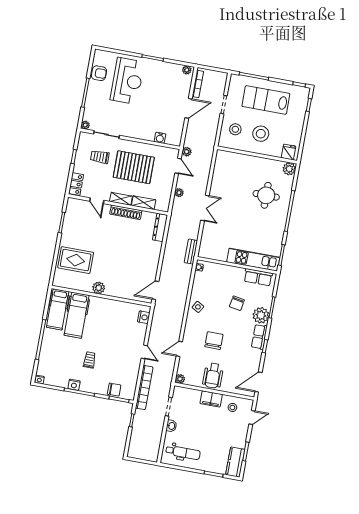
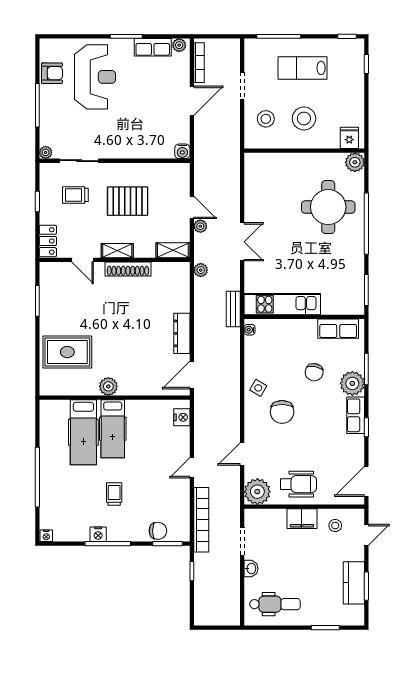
row of seats: (169, 68) -> (153, 47), added
lab bench: (266, 100) -> (302, 68), width x0.73, depth x0.72
water cooler: (160, 138) -> (182, 151), moved
plant: (187, 152) -> (201, 270), moved
door: (178, 166) -> (192, 207), moved
pallet: (134, 167) -> (128, 201), width x0.73, depth x0.71
round table: (266, 195) -> (328, 207), width x1.36, depth x1.36
shelving: (144, 203) -> (173, 250), moved
dresser: (160, 227) -> (182, 333), moved
kitchen unit: (253, 260) -> (282, 304), moved
hospital bed: (58, 309) -> (113, 429), moved
chair: (214, 341) -> (282, 412), moved, turned 180
door: (144, 352) -> (192, 468), swing flipped
wheelchair: (213, 376) -> (298, 484), turned -90
plant: (180, 379) -> (257, 492), width x1.87, depth x1.87
kitchen counter: (235, 462) -> (354, 583), moved

